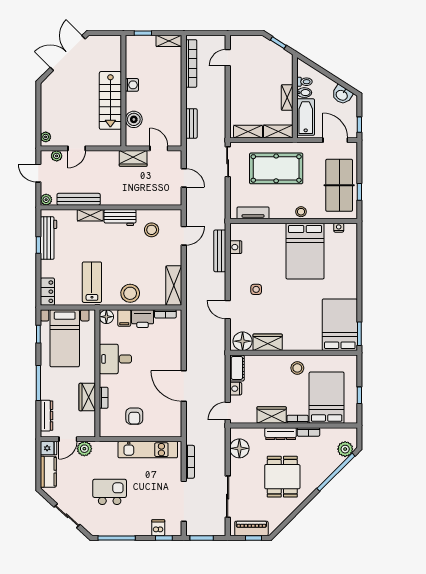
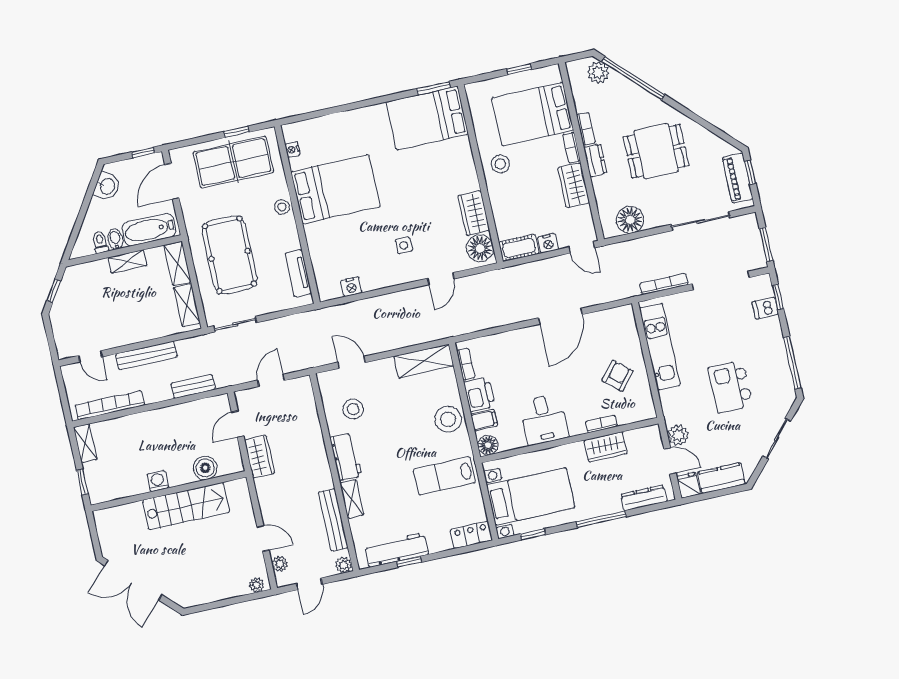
bench: (220, 251) -> (146, 355), moved
armchair: (134, 416) -> (618, 376), turned -49
dresser: (281, 434) -> (595, 160), width x0.70

